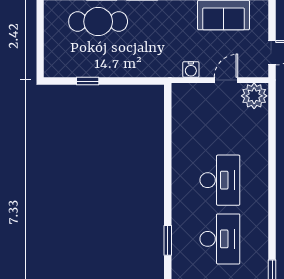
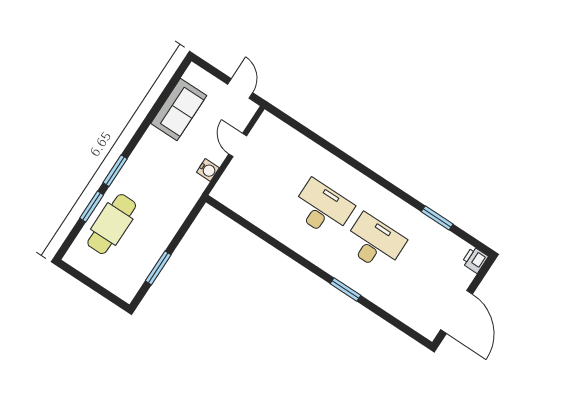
window: (88, 81) -> (158, 268), width x1.50
plant: (254, 96) -> (268, 129), removed

